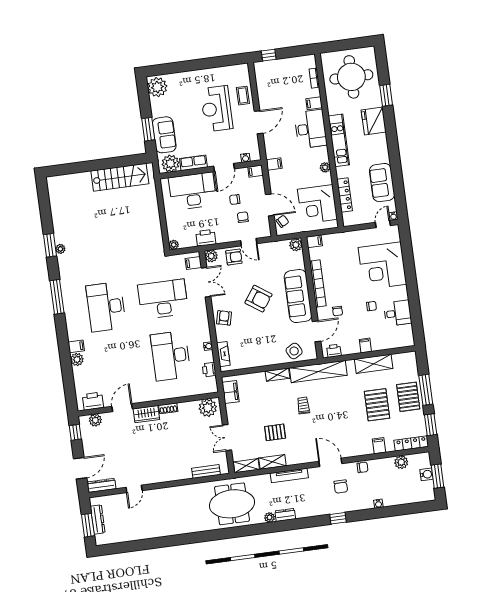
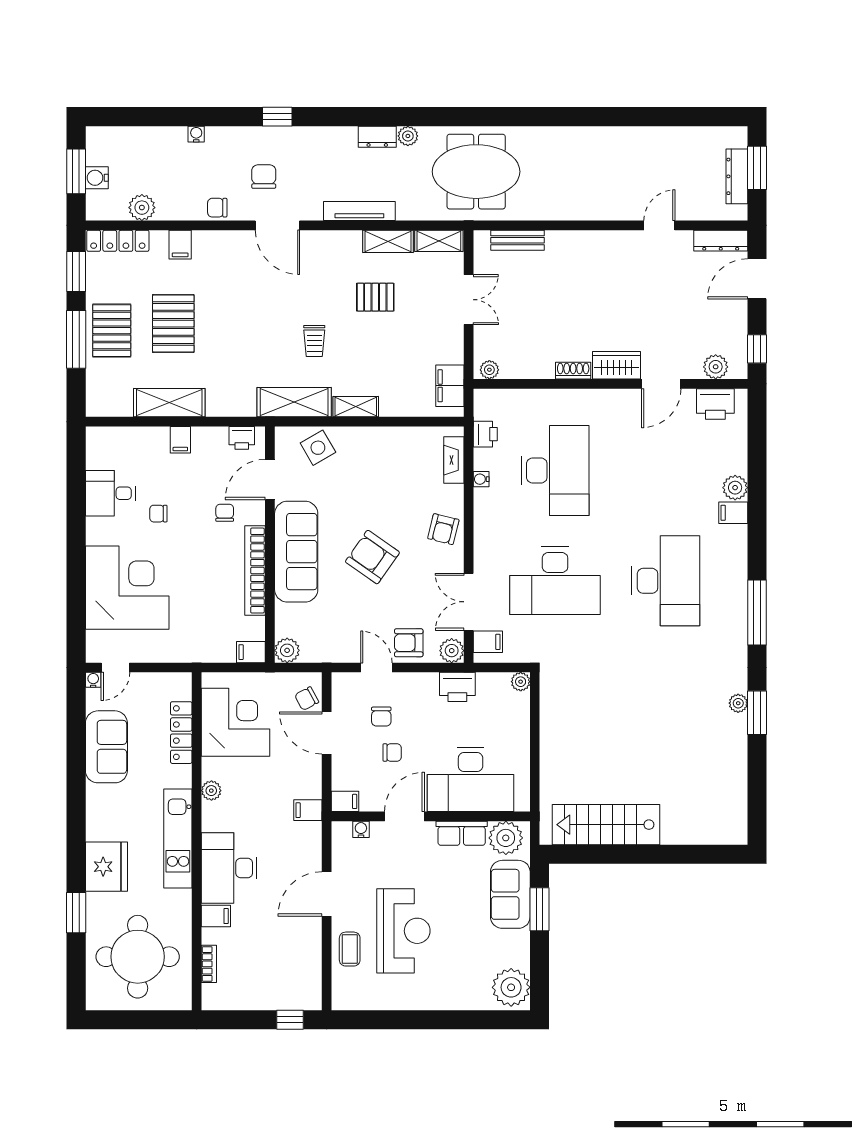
shelving: (318, 372) -> (294, 402), width x0.68
plant: (208, 408) -> (489, 370), width x0.53, depth x0.53

